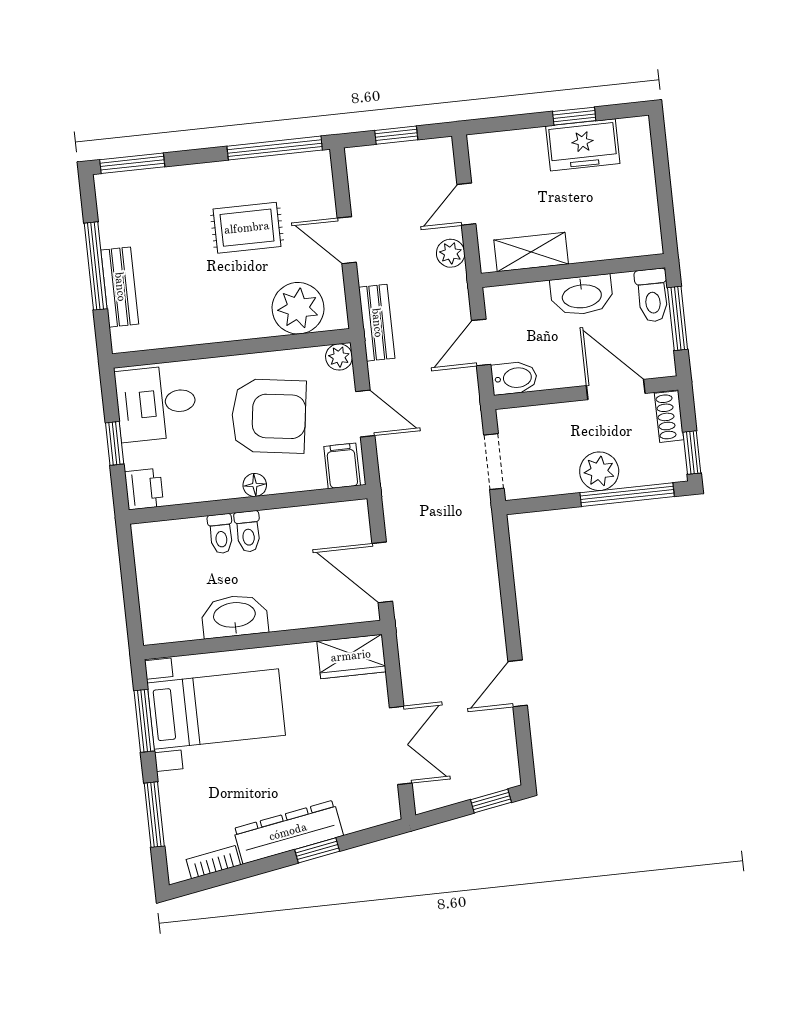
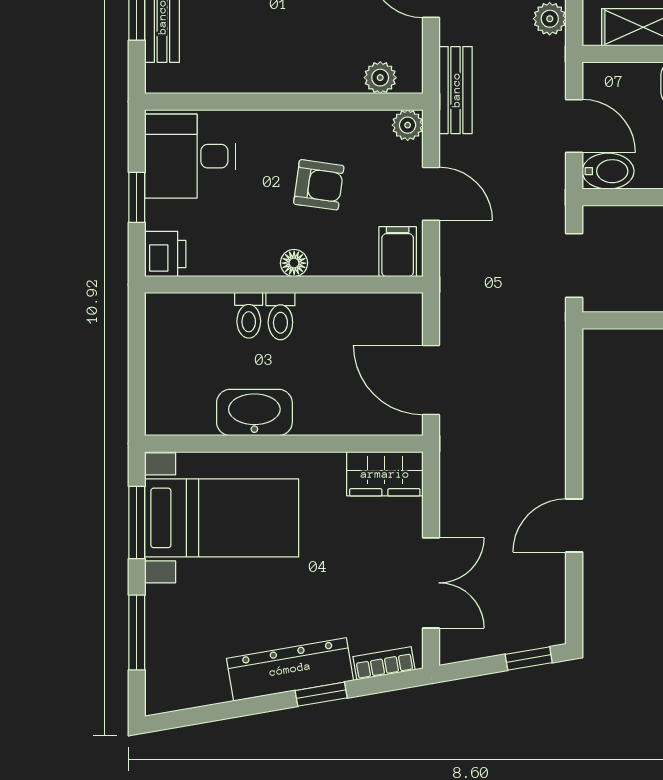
plant: (298, 308) -> (380, 78), width x0.53, depth x0.53
door: (481, 342) -> (574, 126), swing flipped
armchair: (269, 416) -> (319, 185), width x0.53, depth x0.53
bookcase: (213, 862) -> (384, 663), moved

